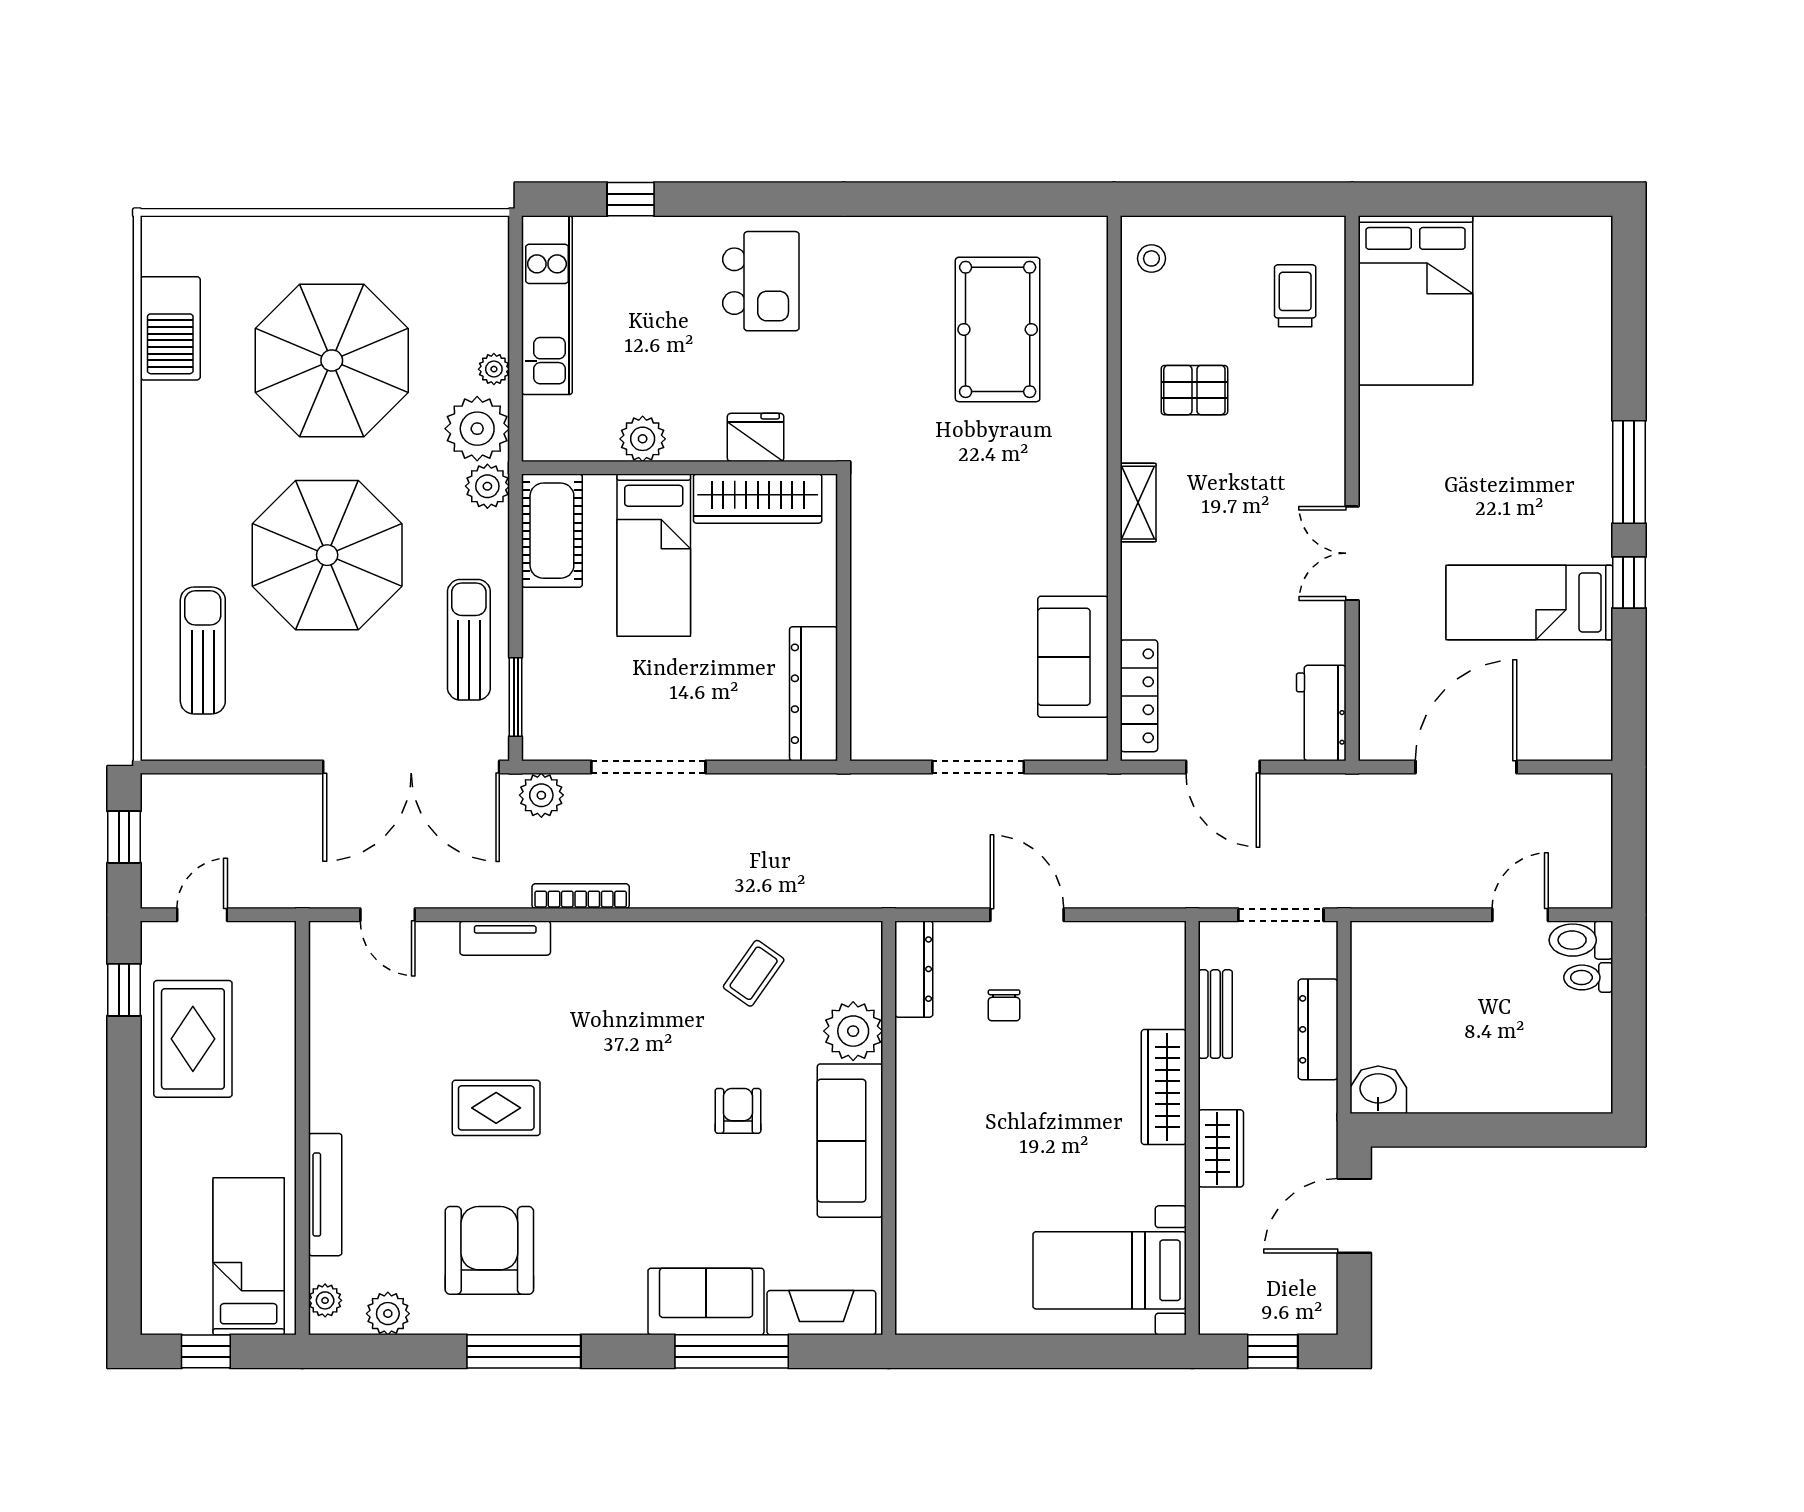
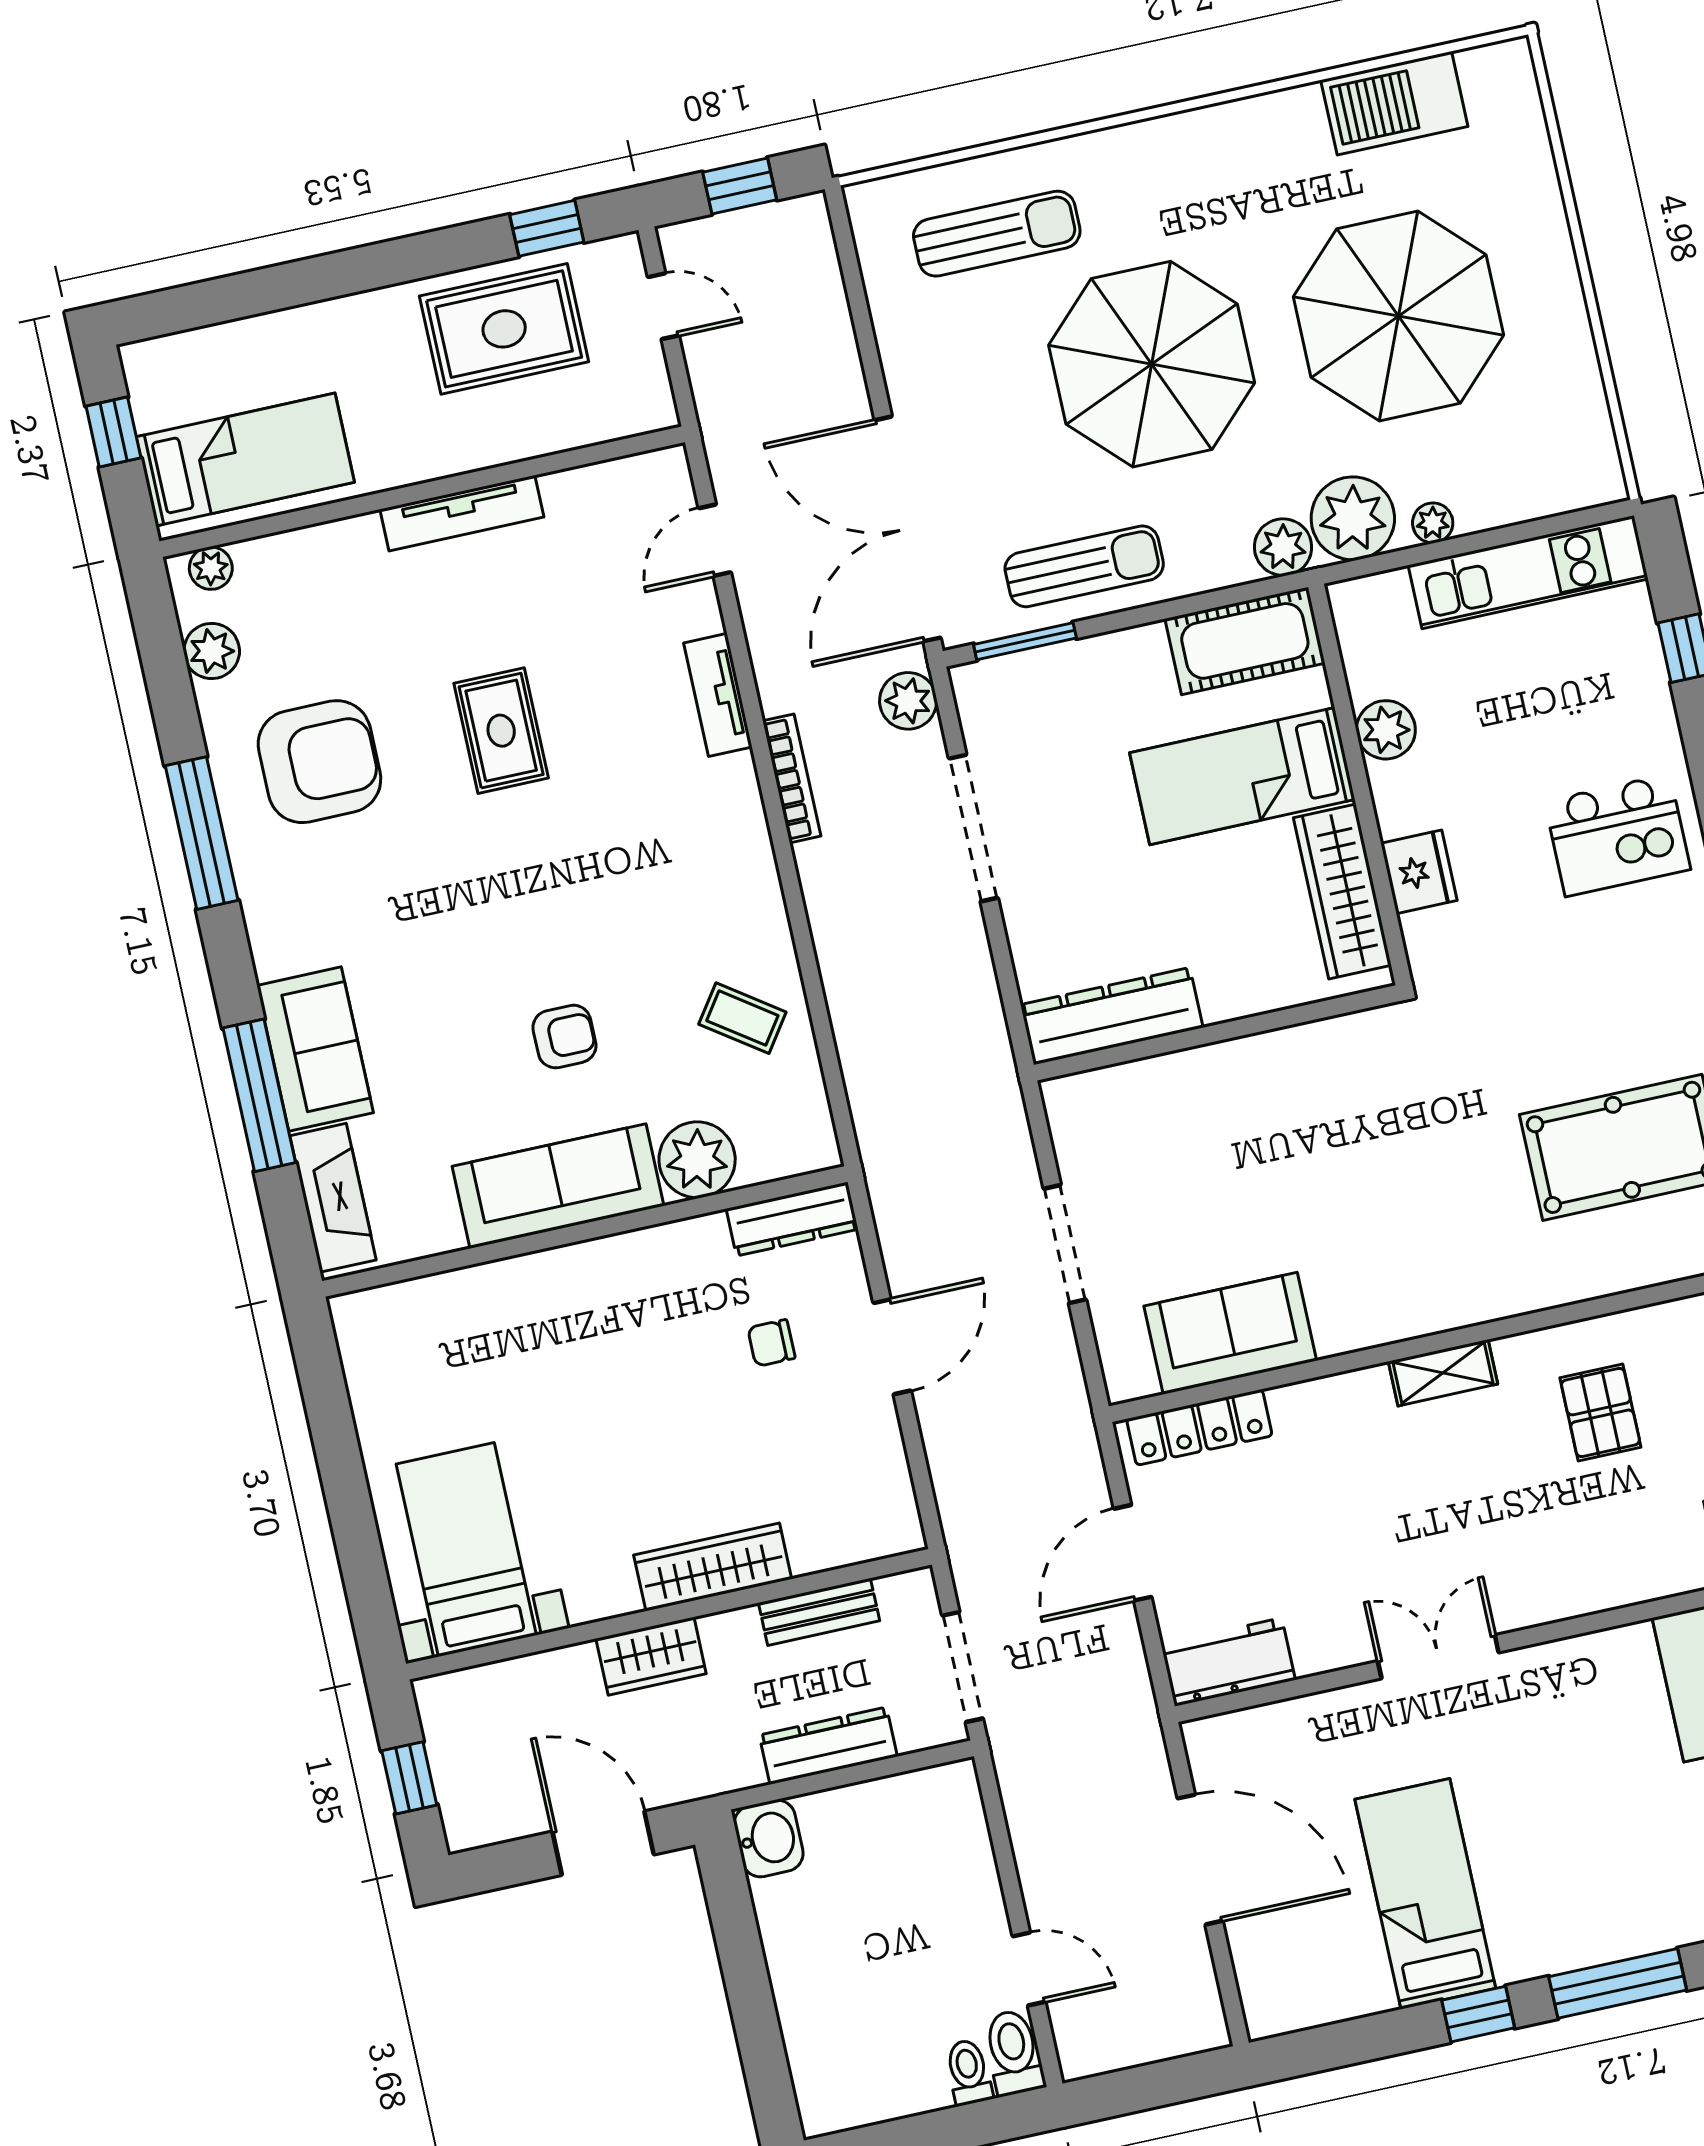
tv unit: (325, 1195) -> (462, 513), moved

